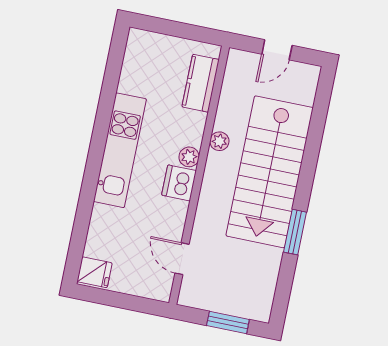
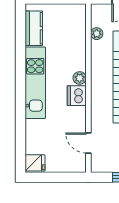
kitchen counter: (201, 83) -> (34, 28), moved, turned 180
plant: (219, 141) -> (97, 34), moved

